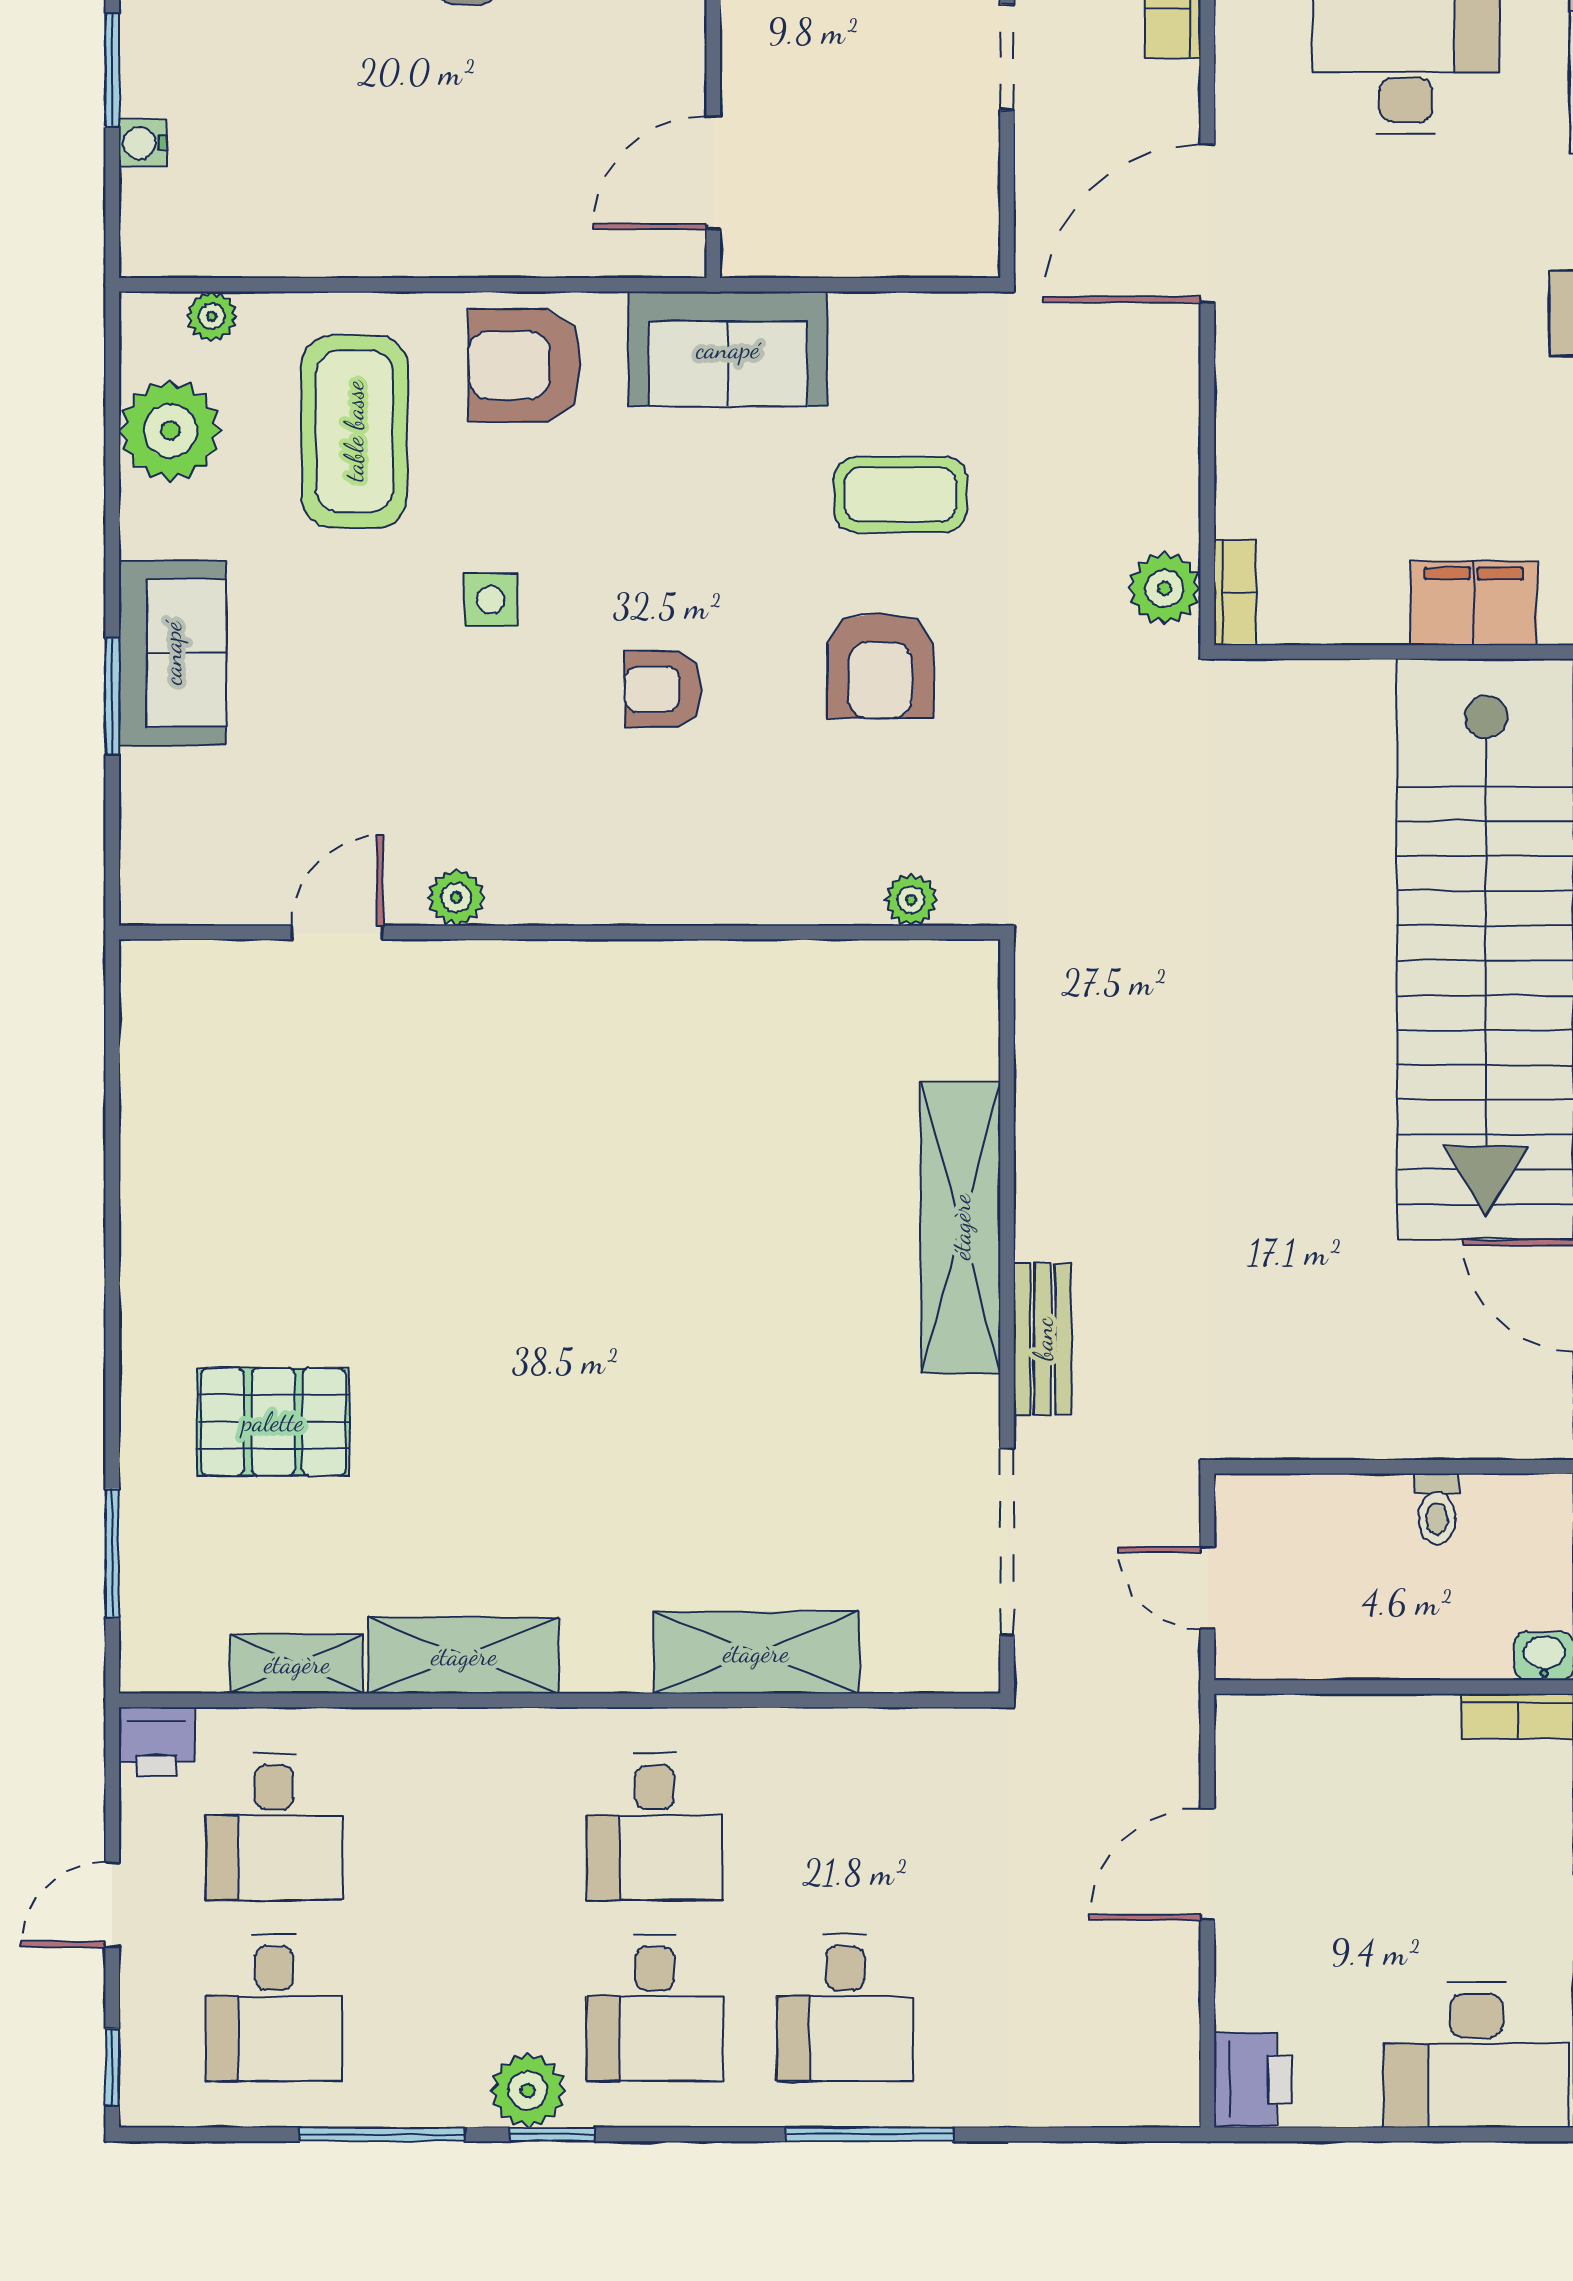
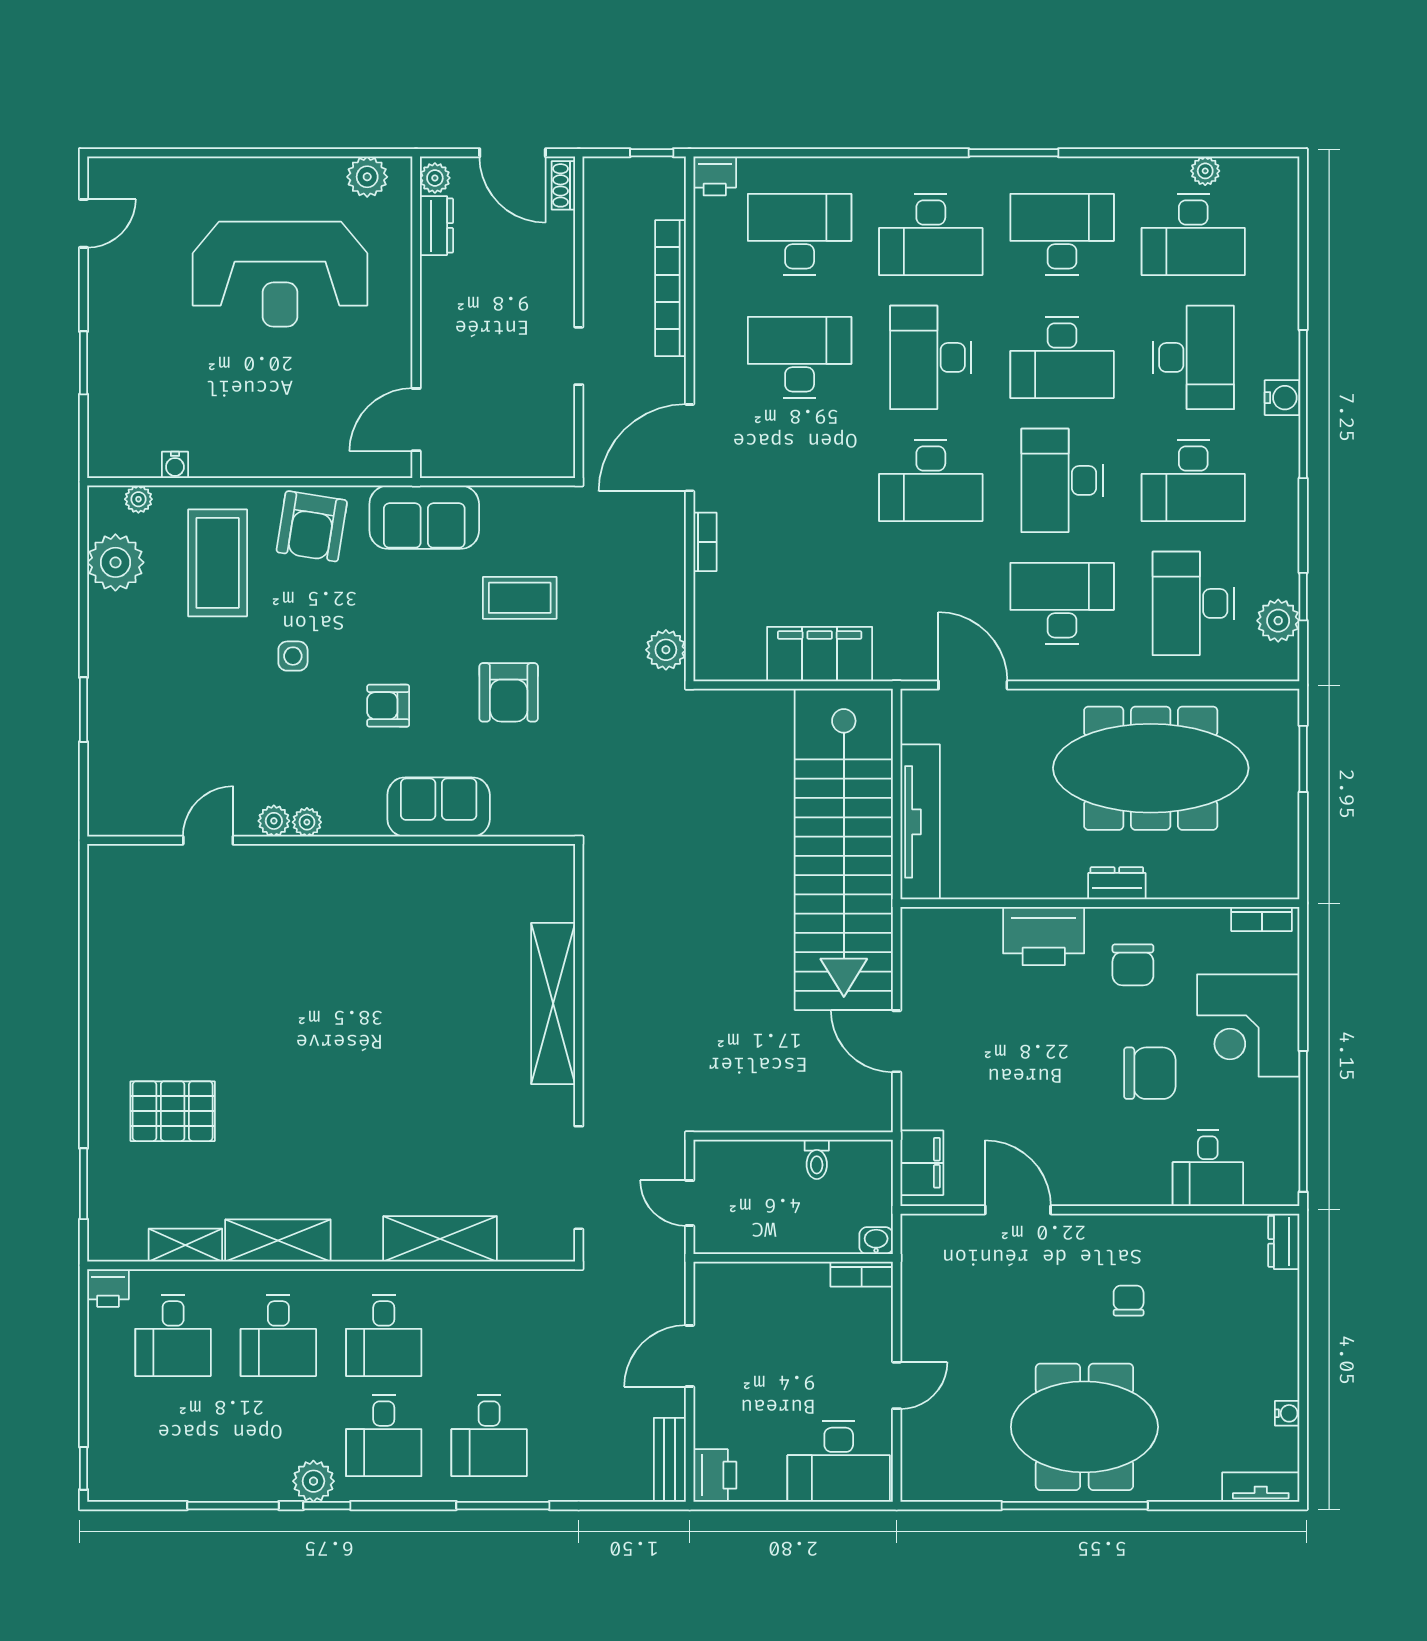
water cooler: (143, 143) -> (175, 465), moved, turned -90
armchair: (525, 365) -> (312, 526), turned -81
bookcase: (1235, 593) -> (705, 542), moved
filing cabinet: (1474, 603) -> (820, 654), width x1.50, depth x1.17
sofa: (172, 653) -> (439, 807), moved, turned -90
plant: (911, 900) -> (307, 822), moved
bench: (1043, 1339) -> (670, 1460), moved
door: (112, 1905) -> (83, 1378), removed
desk: (274, 2008) -> (278, 1335), moved

